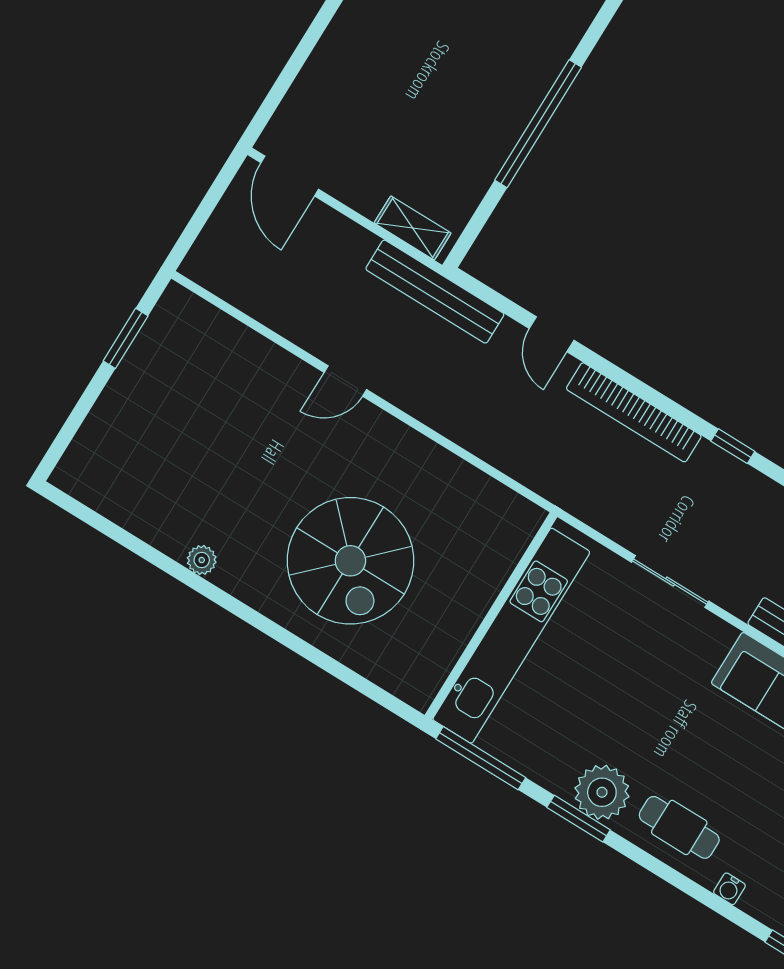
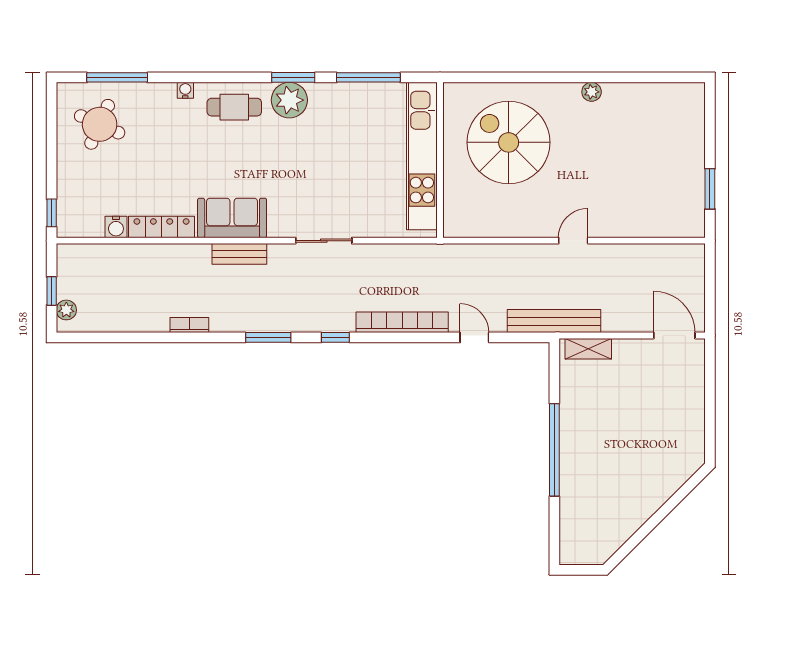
wall: (491, 616) -> (440, 160), moved
kitchen unit: (511, 636) -> (422, 156), moved

